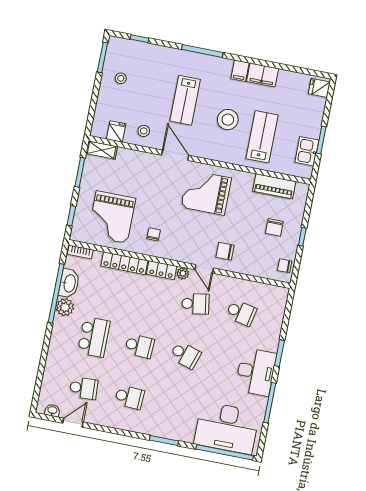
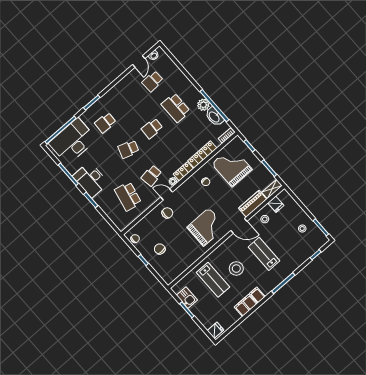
piano: (274, 186) -> (253, 204), moved
school desk: (241, 313) -> (128, 196), width x1.85
school desk: (129, 397) -> (105, 123), moved

